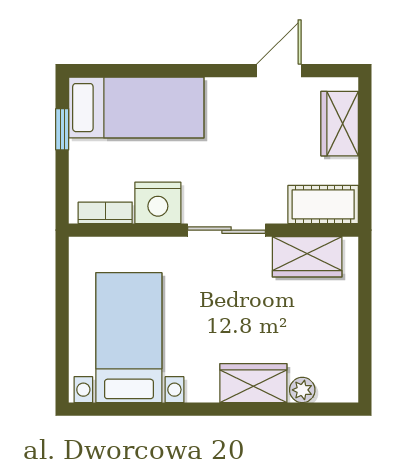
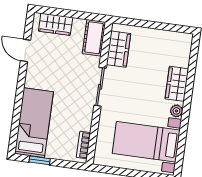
nightstand: (158, 203) -> (82, 119), removed
plant: (302, 390) -> (176, 111), moved

